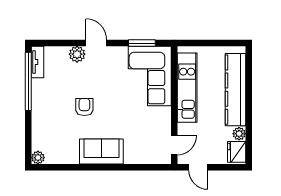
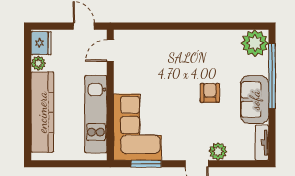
window: (28, 81) -> (272, 76), moved
armchair: (84, 107) -> (210, 93), turned 180
sofa: (101, 152) -> (255, 100), moved, turned 90
plant: (38, 158) -> (255, 43), width x1.88, depth x1.88

